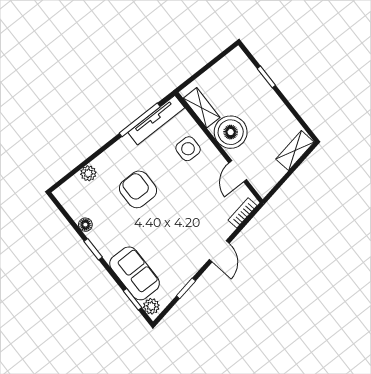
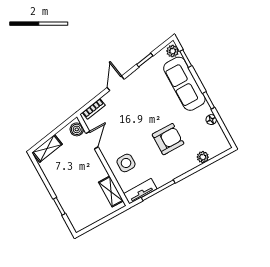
tv unit: (156, 120) -> (140, 191), width x0.71
boiler: (231, 132) -> (77, 129), moved, width x0.54, depth x0.54
armchair: (138, 189) -> (168, 139), turned -90
sofa: (135, 273) -> (184, 84), width x1.36

